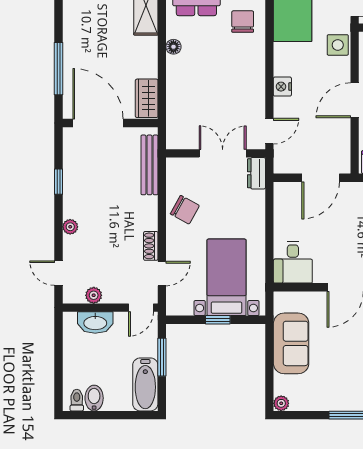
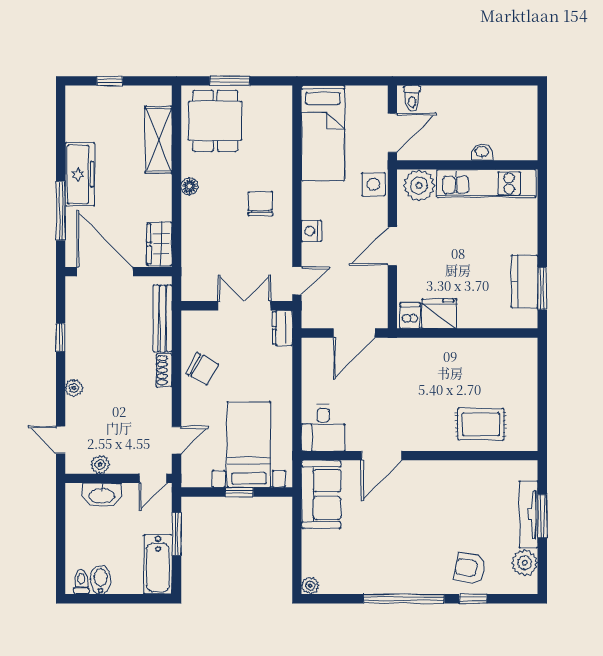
chair: (243, 22) -> (260, 204), moved
freezer: (76, 36) -> (80, 174), added
shoe rack: (151, 246) -> (164, 370), moved
sofa: (291, 343) -> (321, 494), moved

